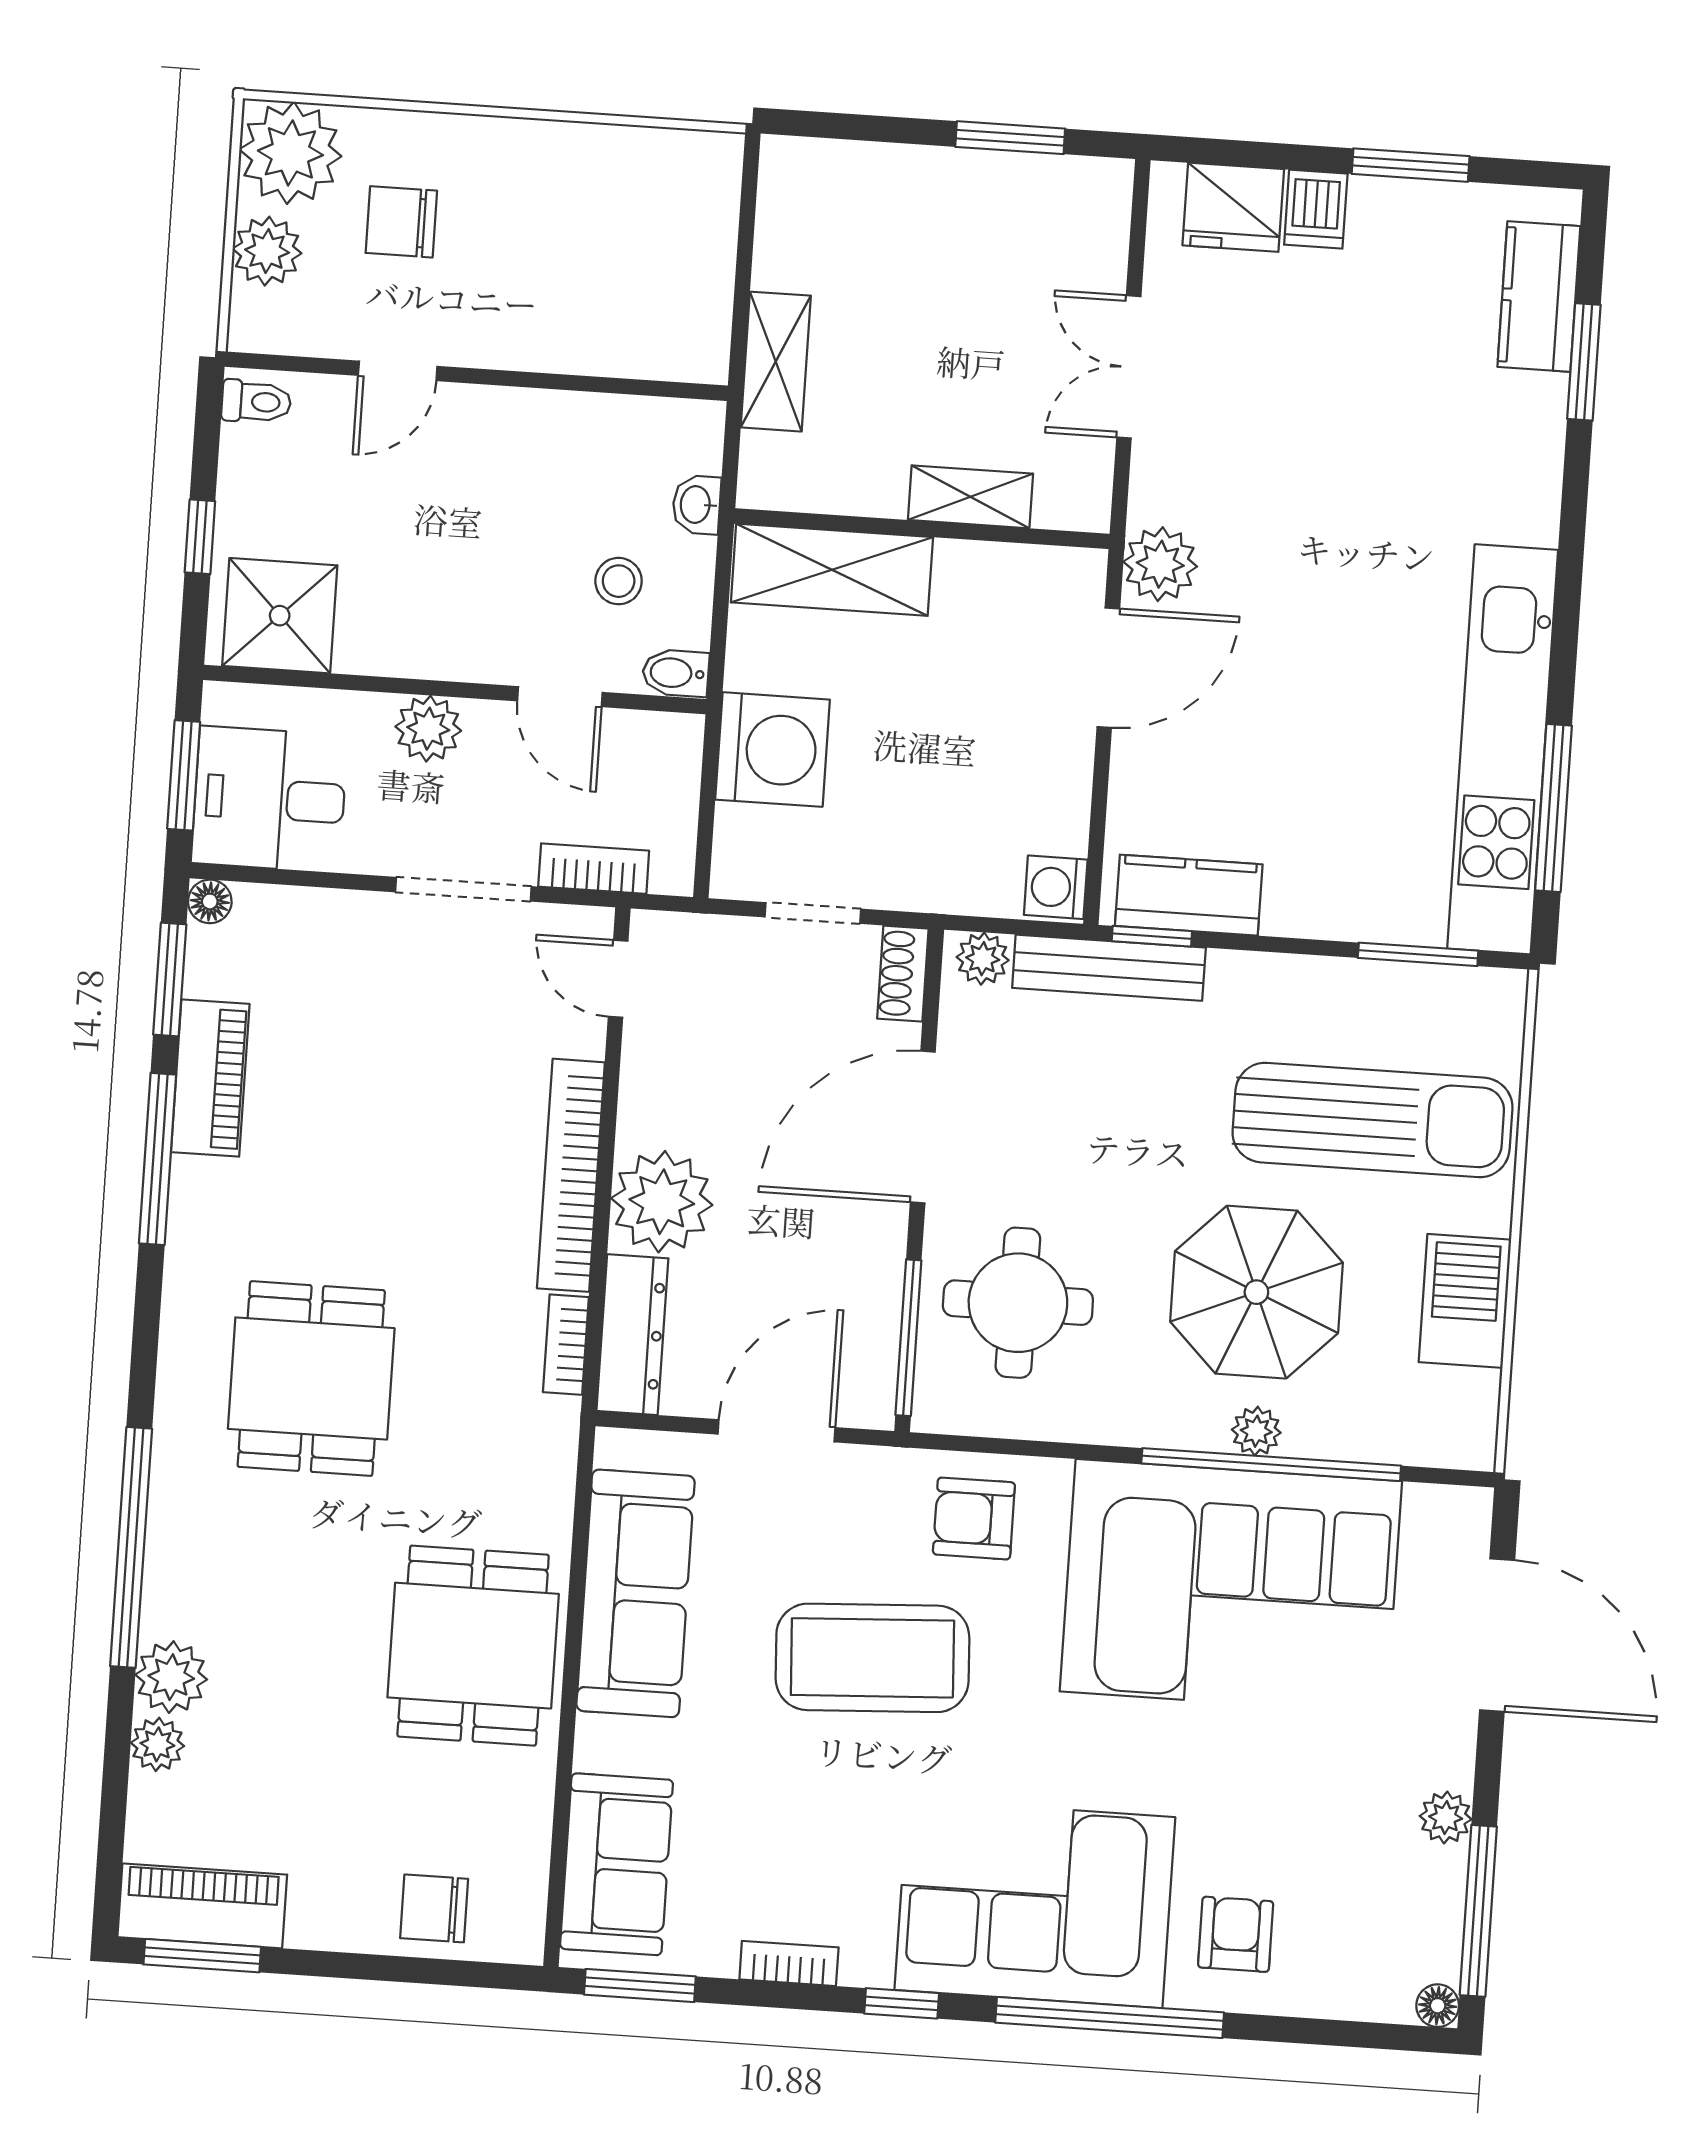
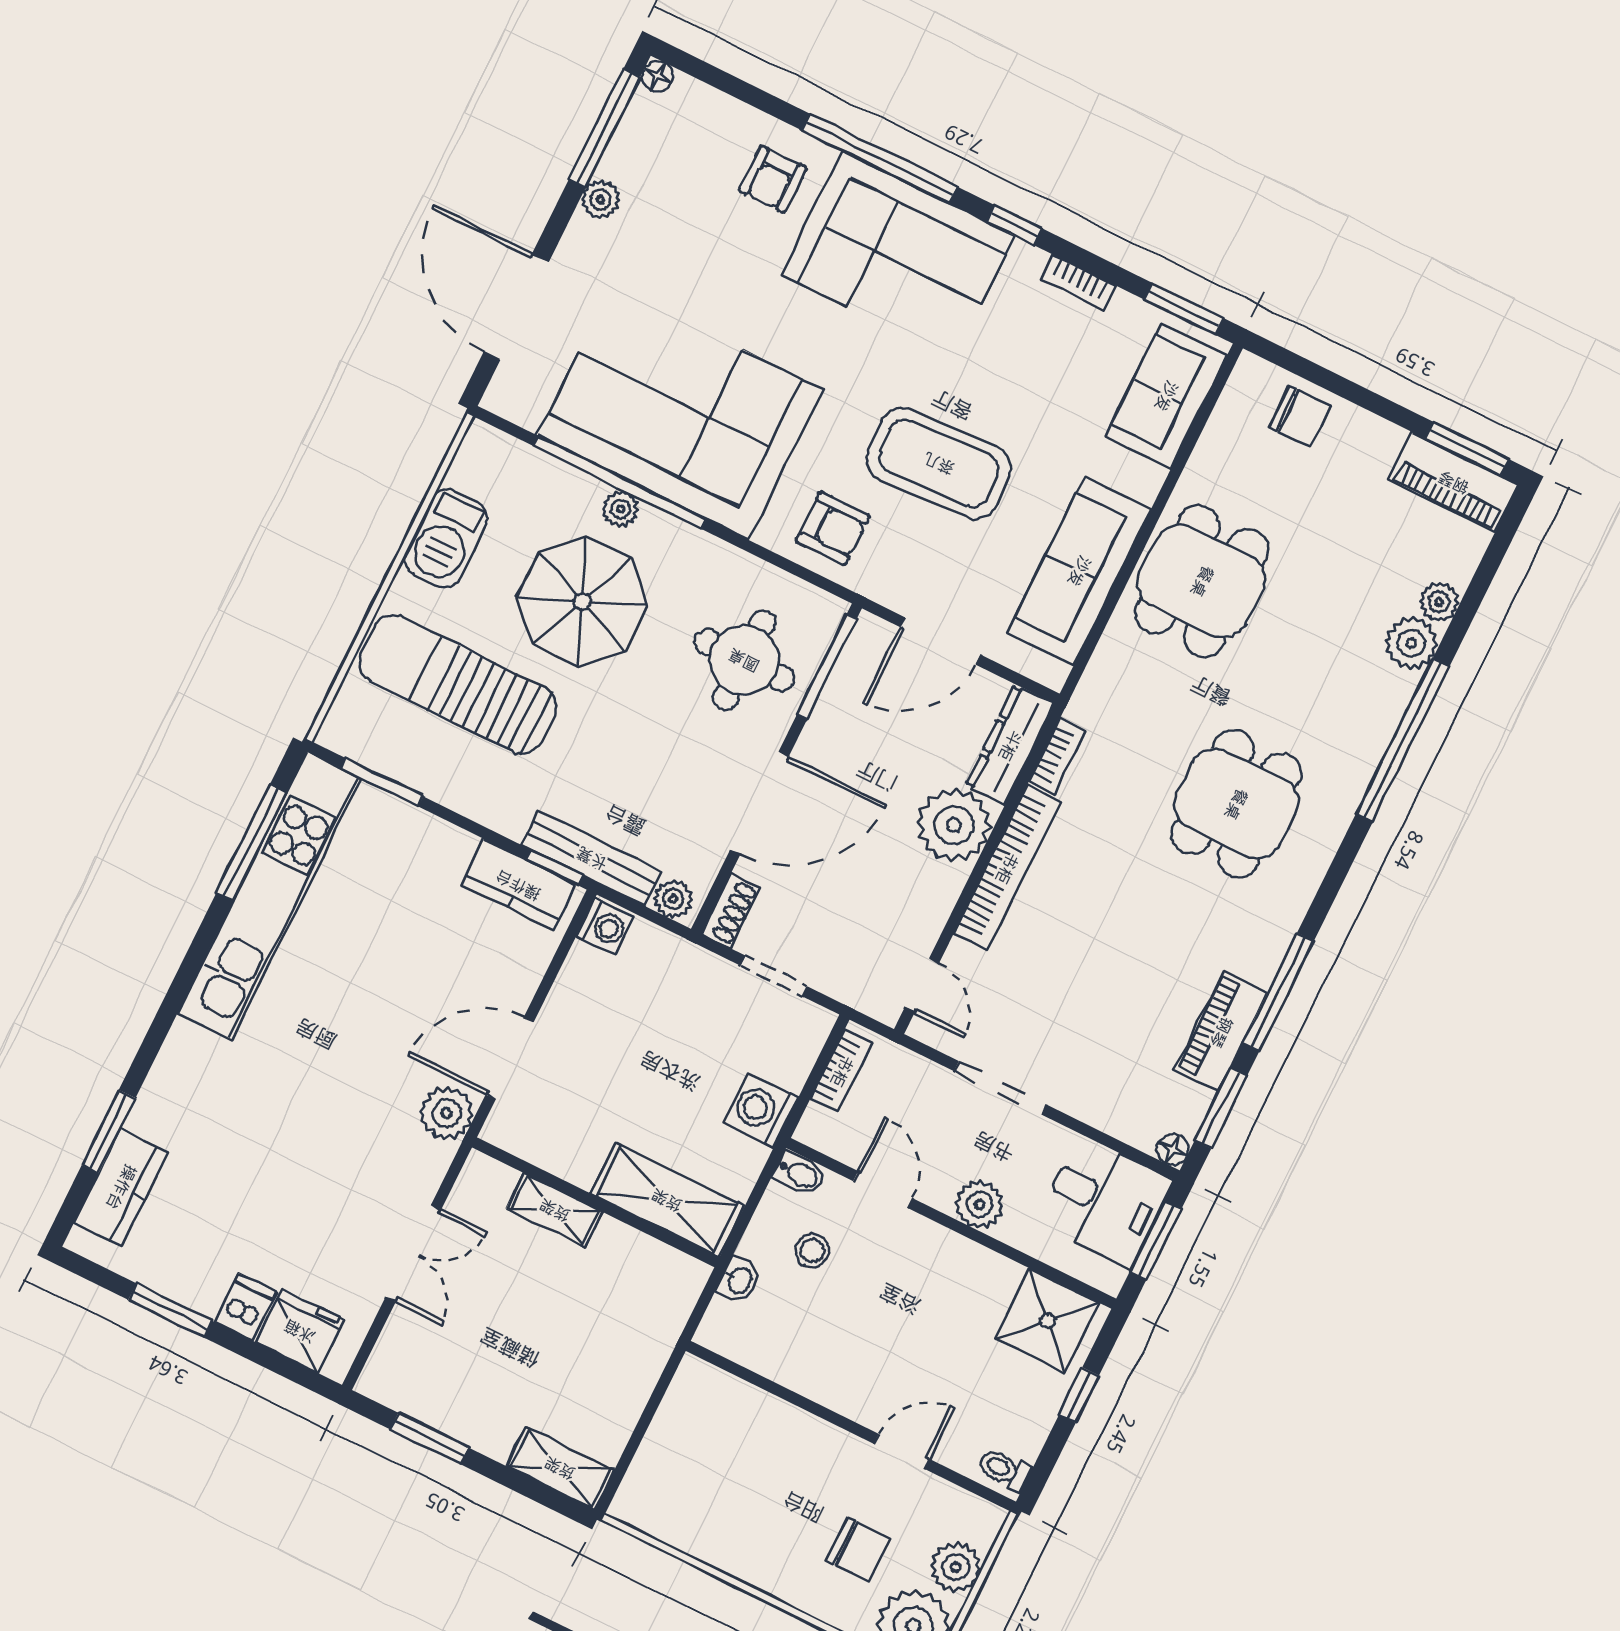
shelving: (776, 362) -> (560, 1468), moved, turned 90
washing machine: (773, 750) -> (761, 1110), width x0.73, depth x0.73
bookcase: (594, 869) -> (842, 1071), moved, turned -90

